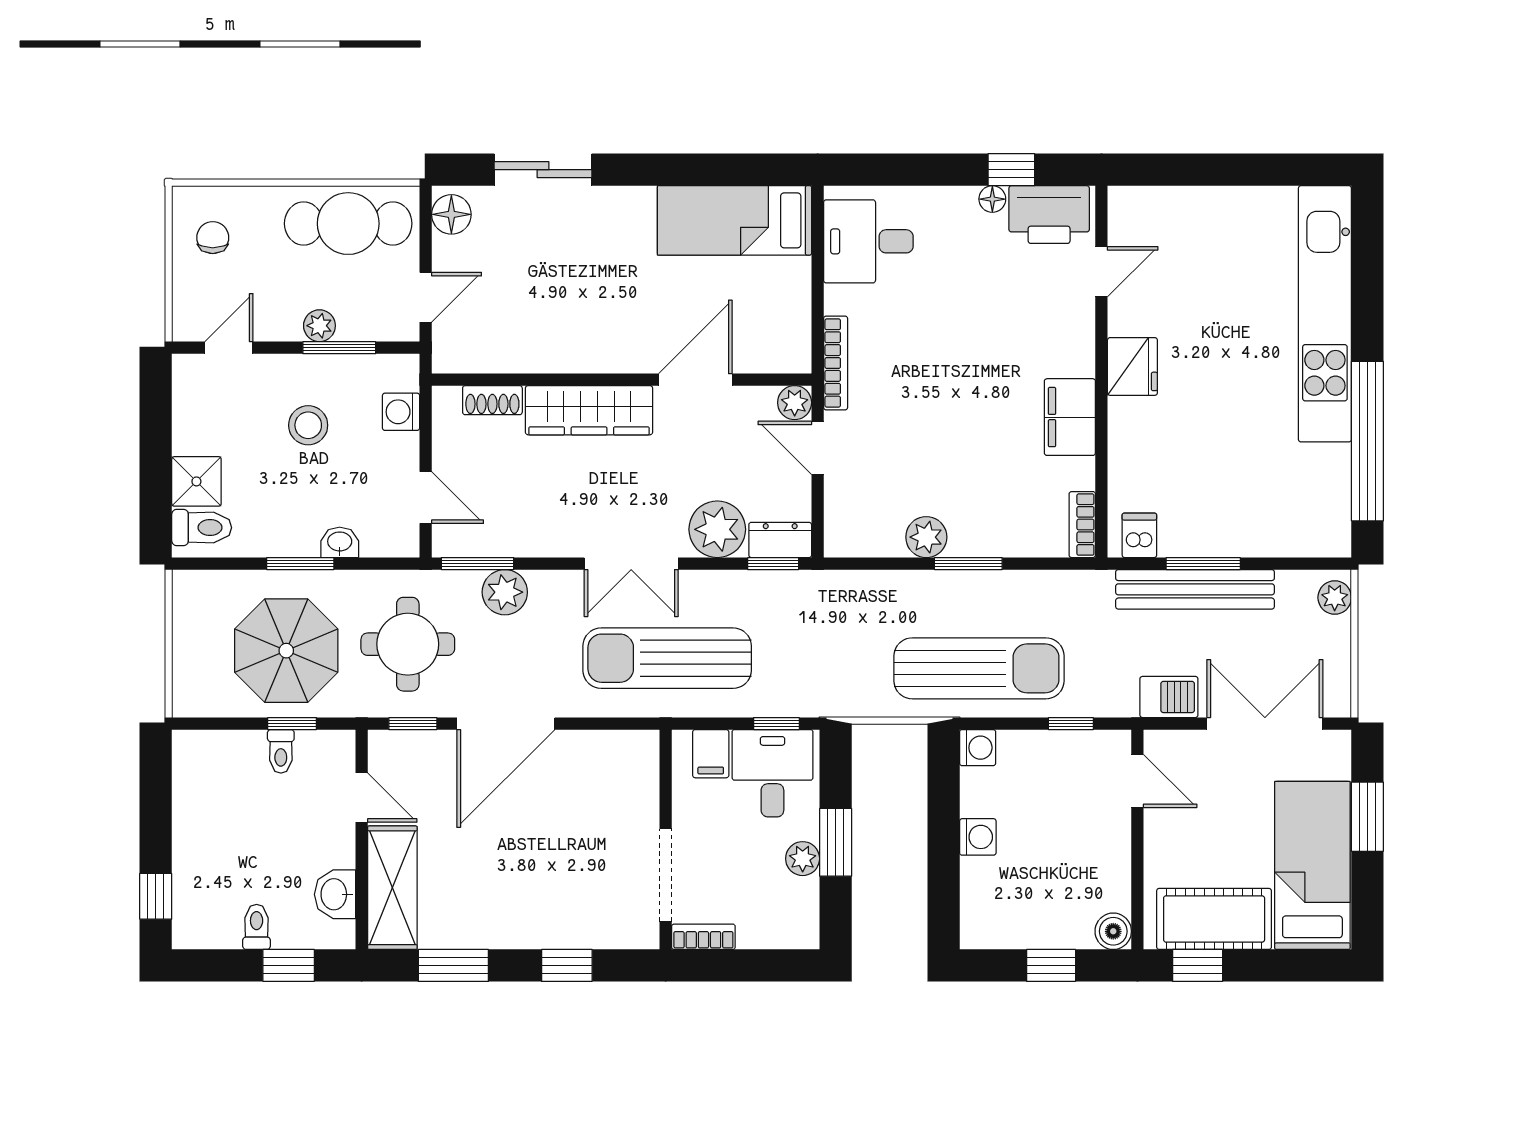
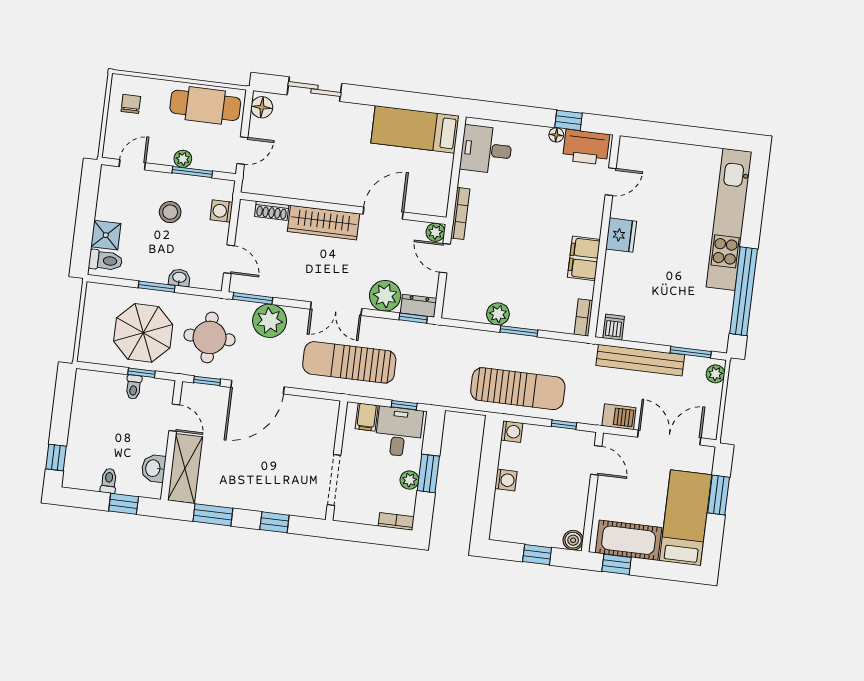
window: (1203, 564) -> (691, 352), moved
plant: (505, 592) -> (270, 321), width x1.36, depth x1.36
bookcase: (703, 937) -> (396, 521), moved

